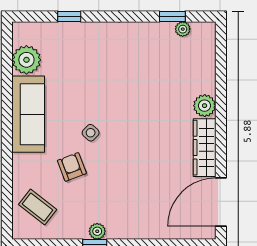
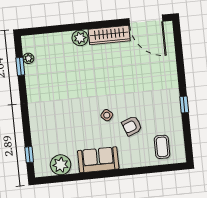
window: (69, 16) -> (29, 155), moved
sofa: (28, 114) -> (98, 160), width x0.73
coffee table: (38, 207) -> (162, 147), turned -38
plant: (97, 231) -> (175, 104), removed

